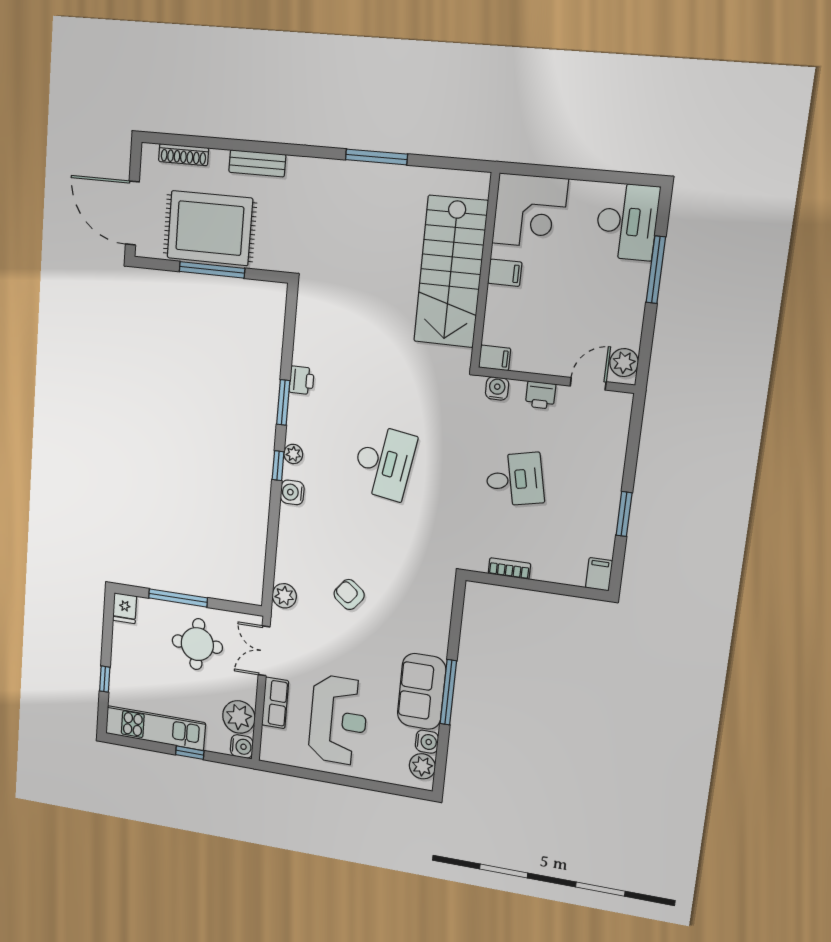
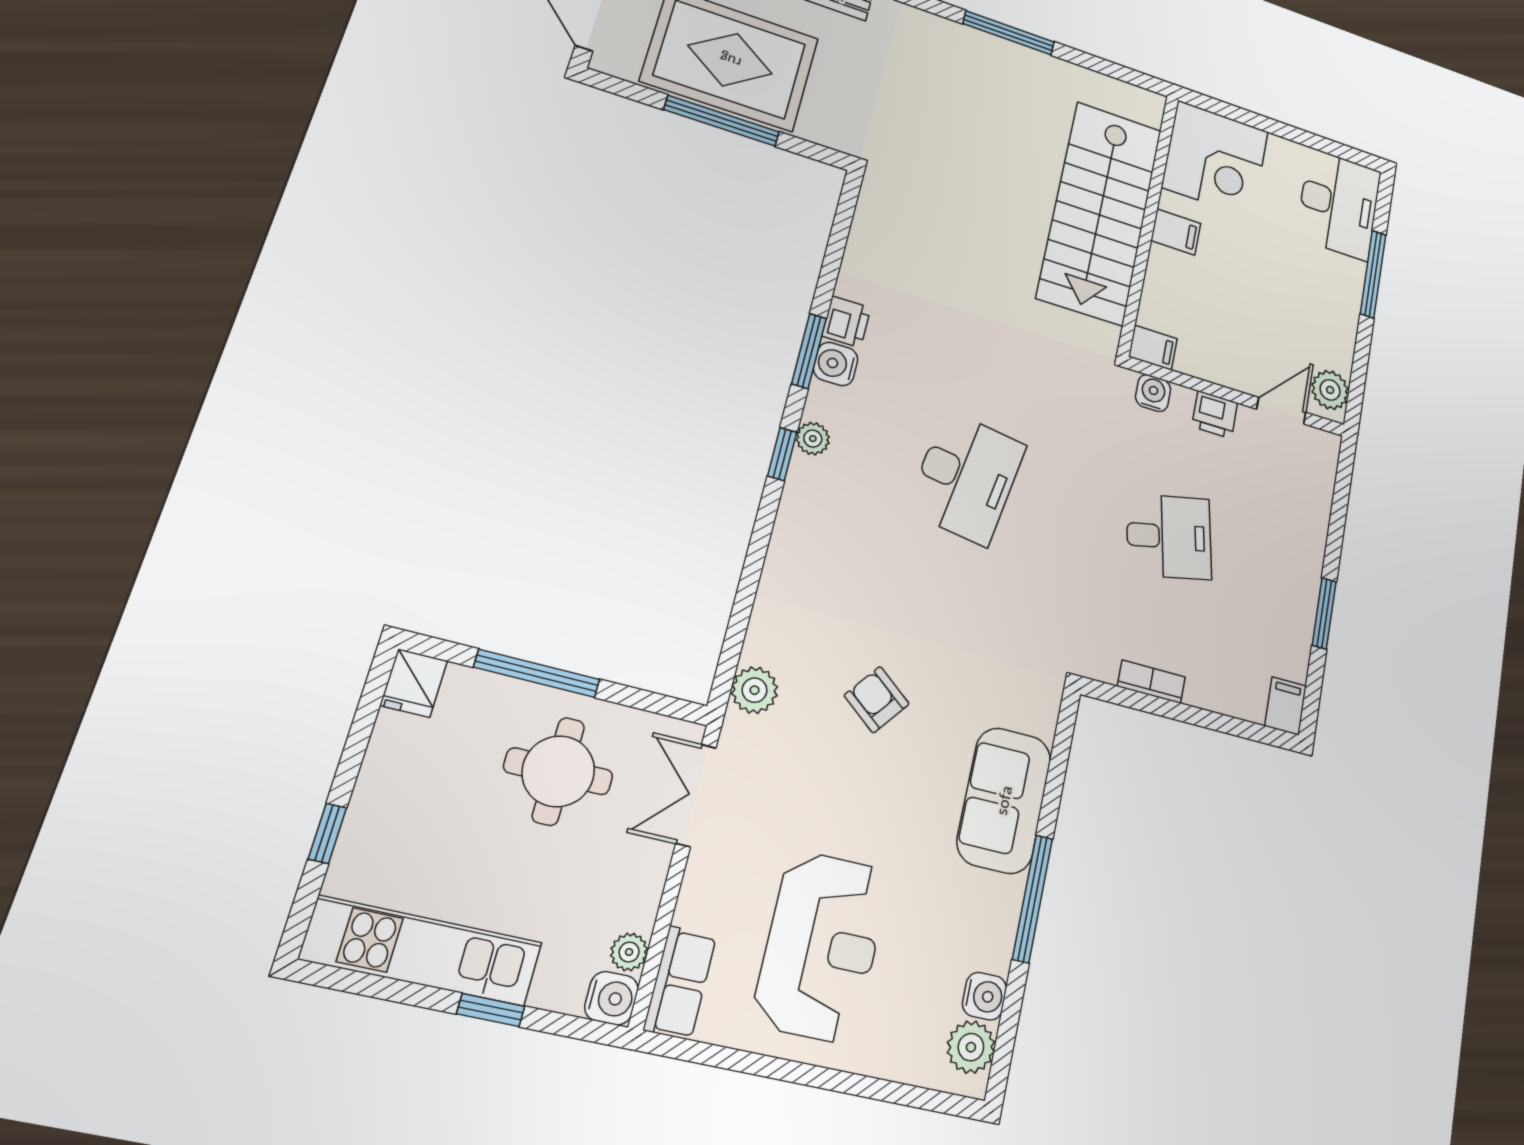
water cooler: (292, 492) -> (836, 364), moved
sofa: (422, 691) -> (1004, 800), moved
row of seats: (275, 703) -> (680, 983), moved
plant: (239, 717) -> (629, 952), width x0.53, depth x0.53

